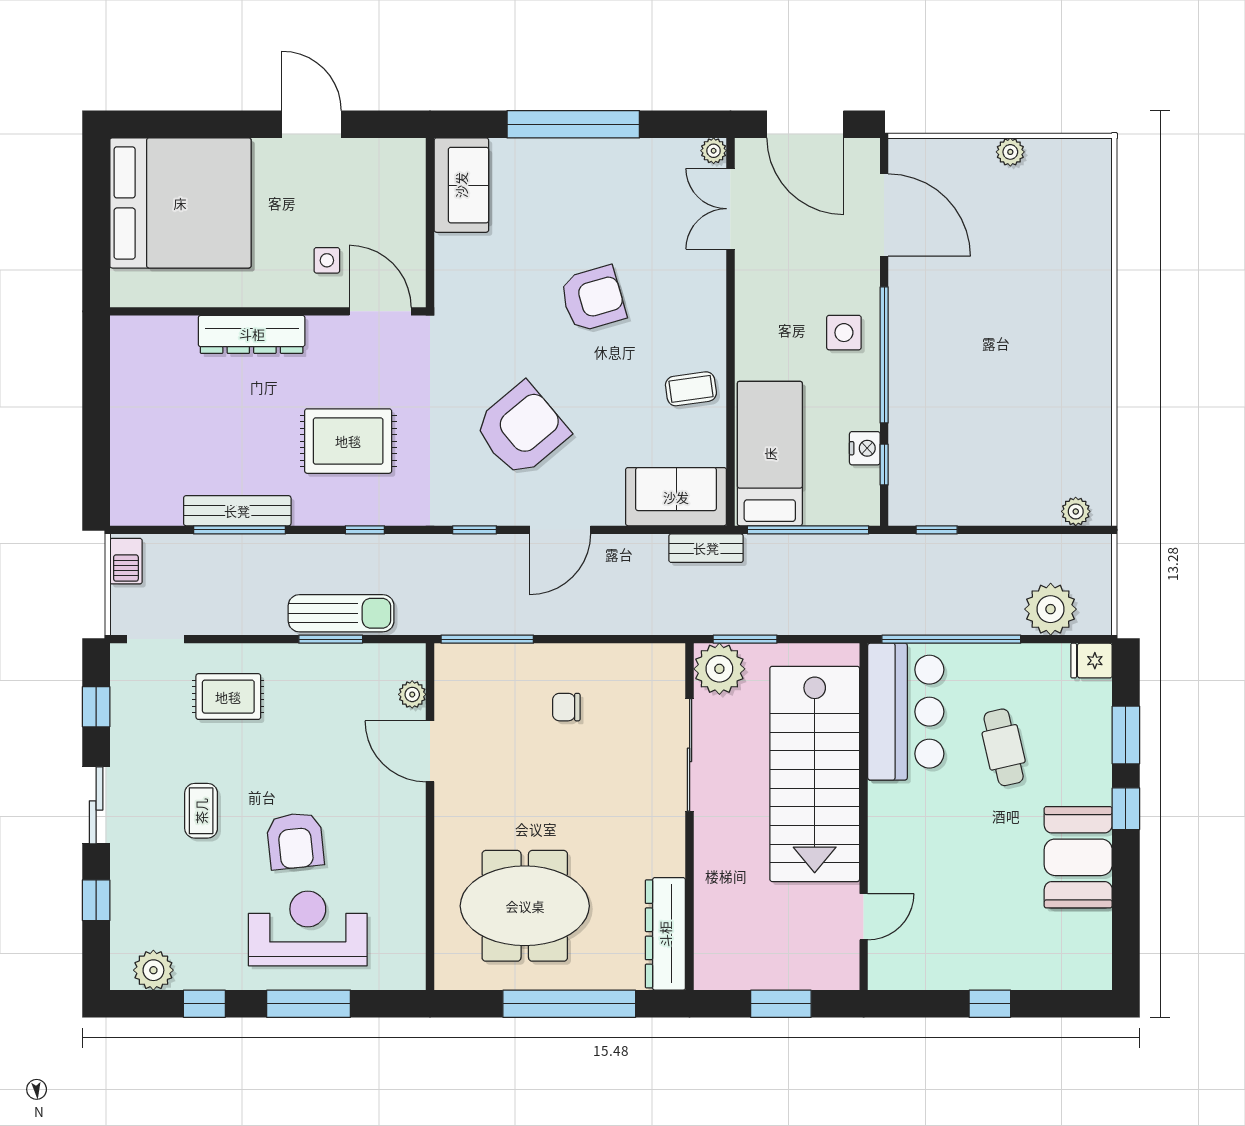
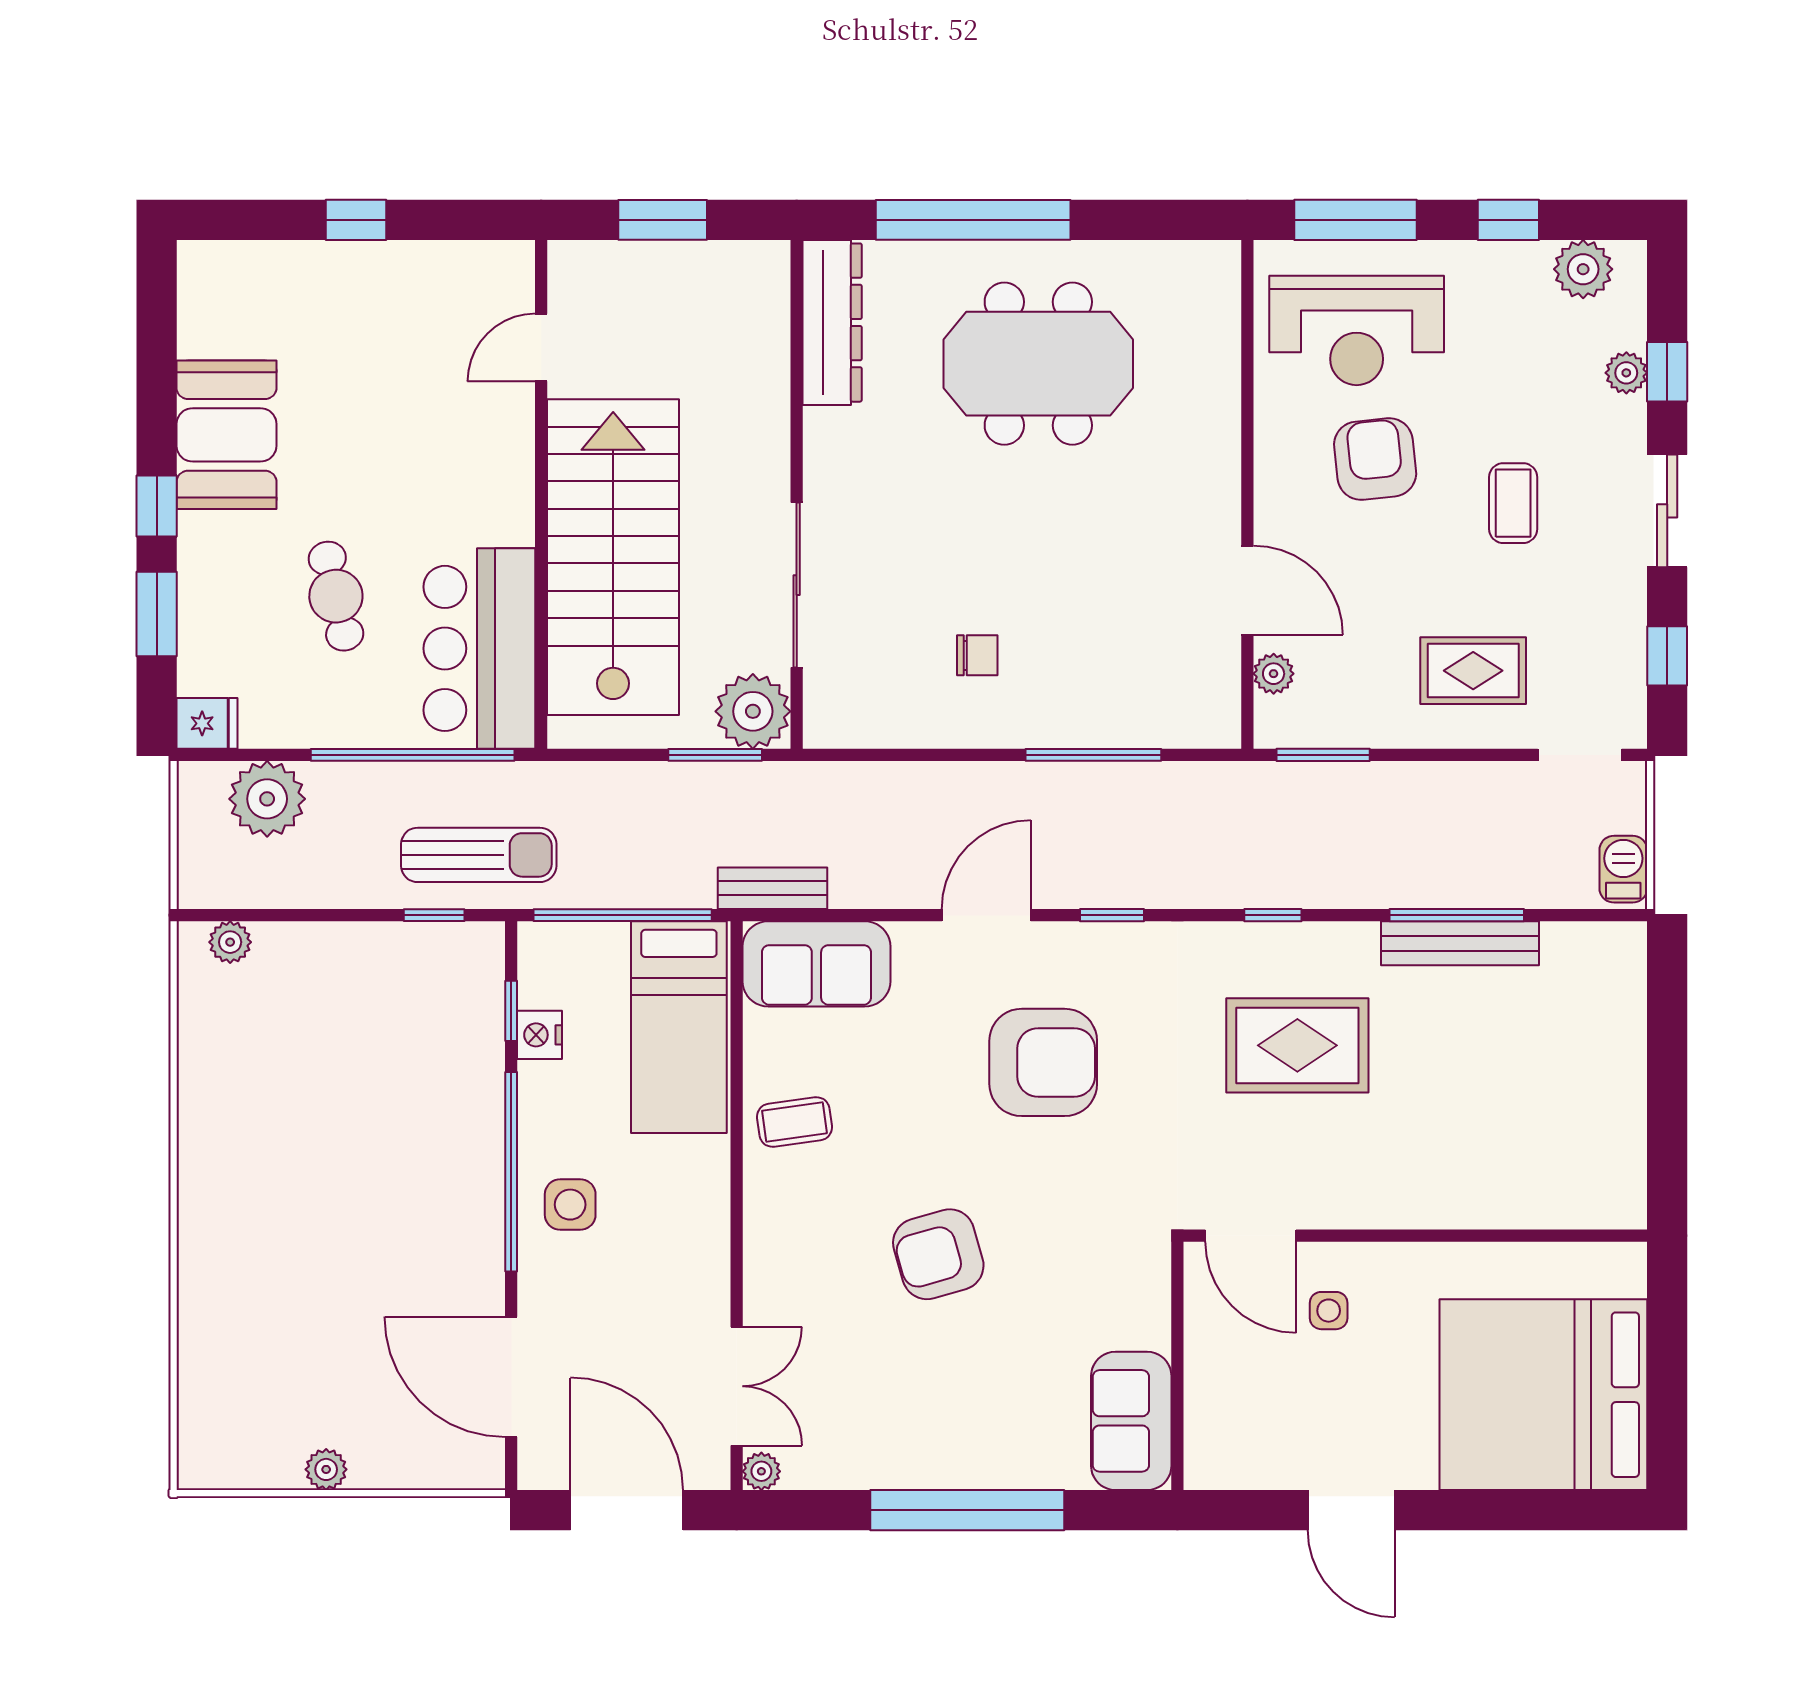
dresser: (252, 334) -> (1439, 1202), removed
armchair: (521, 429) -> (1043, 1062), turned -140
sun lounger: (341, 613) -> (479, 855), moved, turned 180
plant: (412, 694) -> (1274, 674), moved
door: (430, 751) -> (1247, 590), moved
wall: (430, 817) -> (1247, 494), moved
plant: (124, 900) -> (1626, 373), added

